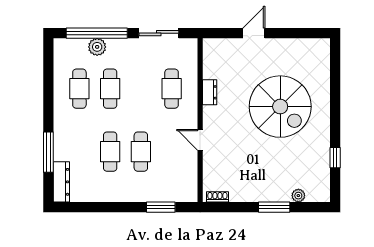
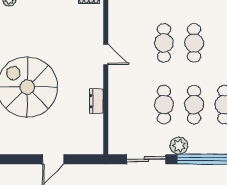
plant: (97, 47) -> (179, 146), moved
cafe table: (172, 89) -> (164, 105), moved

